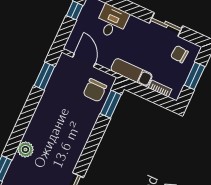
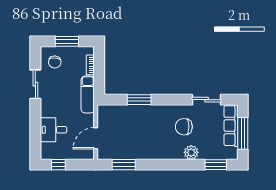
chair: (95, 90) -> (184, 127), moved, turned 180
window: (111, 104) -> (139, 100), moved

